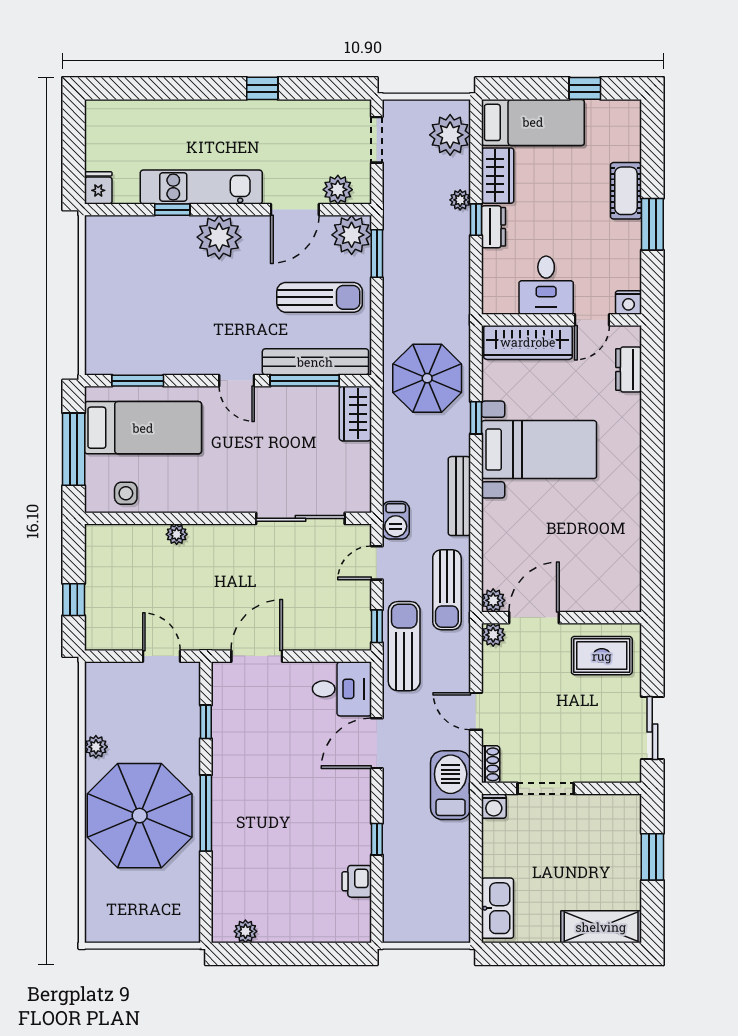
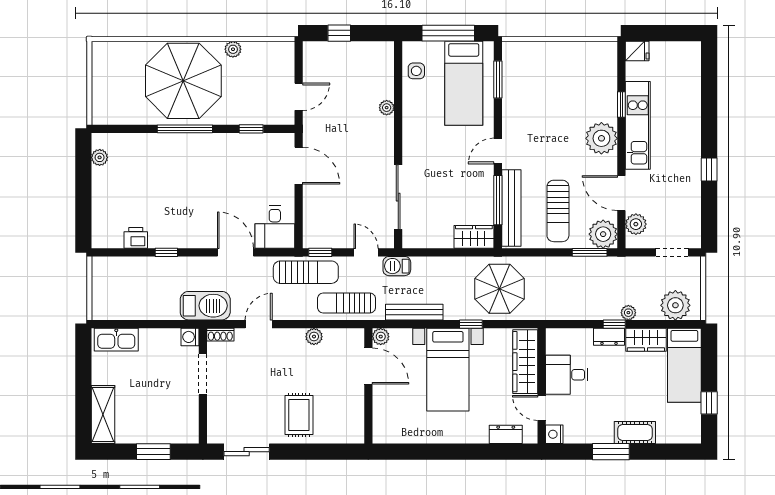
plant: (493, 600) -> (381, 337), moved
door: (534, 618) -> (368, 366), moved
wall: (561, 618) -> (368, 386), moved

